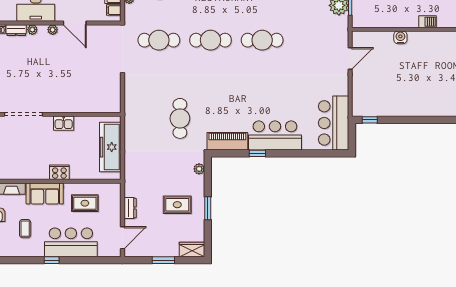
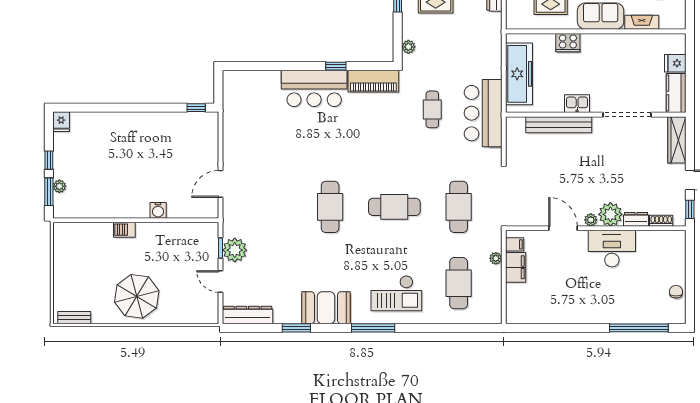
plant: (32, 30) -> (610, 214), width x1.88, depth x1.88
cafe table: (159, 40) -> (459, 207), turned 90
cafe table: (262, 40) -> (330, 207), turned 90
bench: (78, 106) -> (559, 125), added
cafe table: (180, 118) -> (432, 109), width x0.73, depth x0.74
bar counter: (334, 123) -> (483, 113), moved, turned 180
cooker: (59, 172) -> (568, 43), moved

